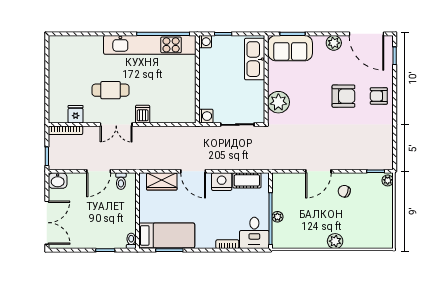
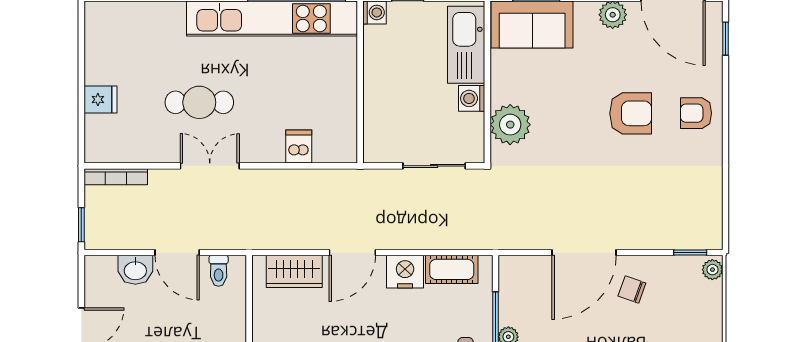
fridge: (76, 114) -> (100, 99), moved, turned 90
dishwasher: (143, 114) -> (299, 147), moved
washing machine: (206, 116) -> (472, 98), moved, turned 180
double door: (116, 125) -> (210, 166), swing flipped
door: (99, 171) -> (177, 253), hinge flipped
door: (193, 171) -> (352, 253), hinge flipped
door: (318, 171) -> (584, 253), width x1.36
washbasin: (58, 181) -> (135, 270), moved

